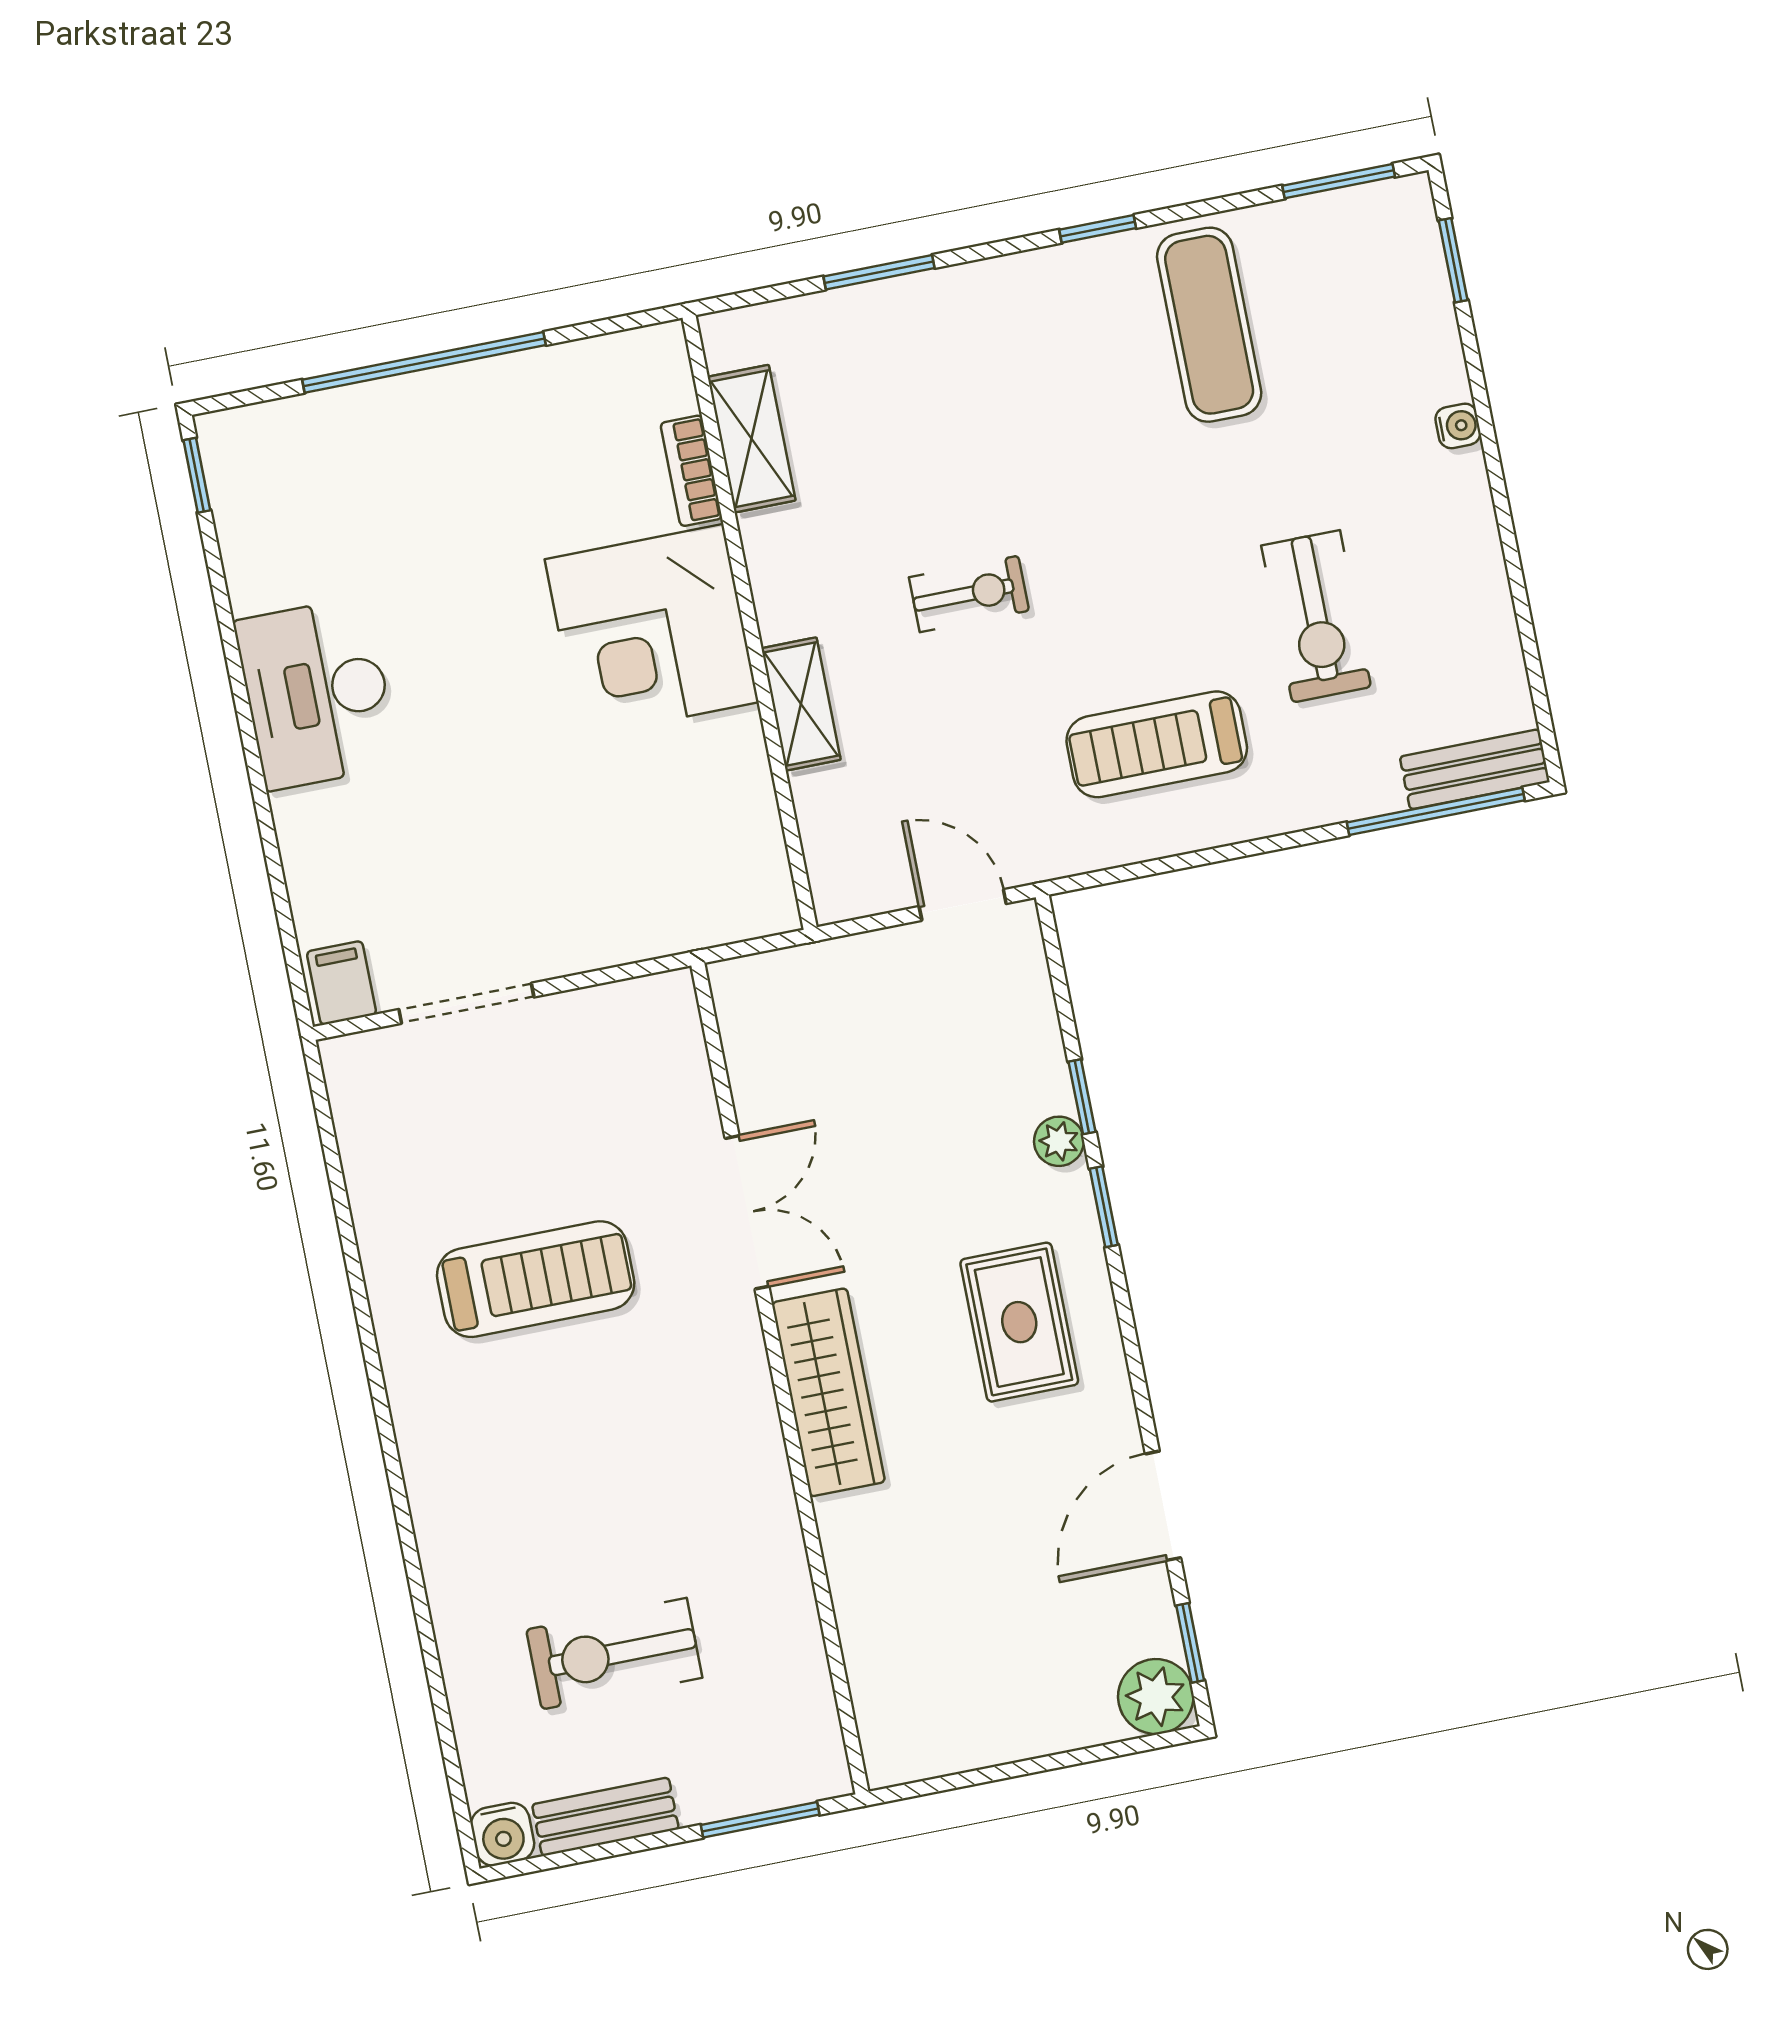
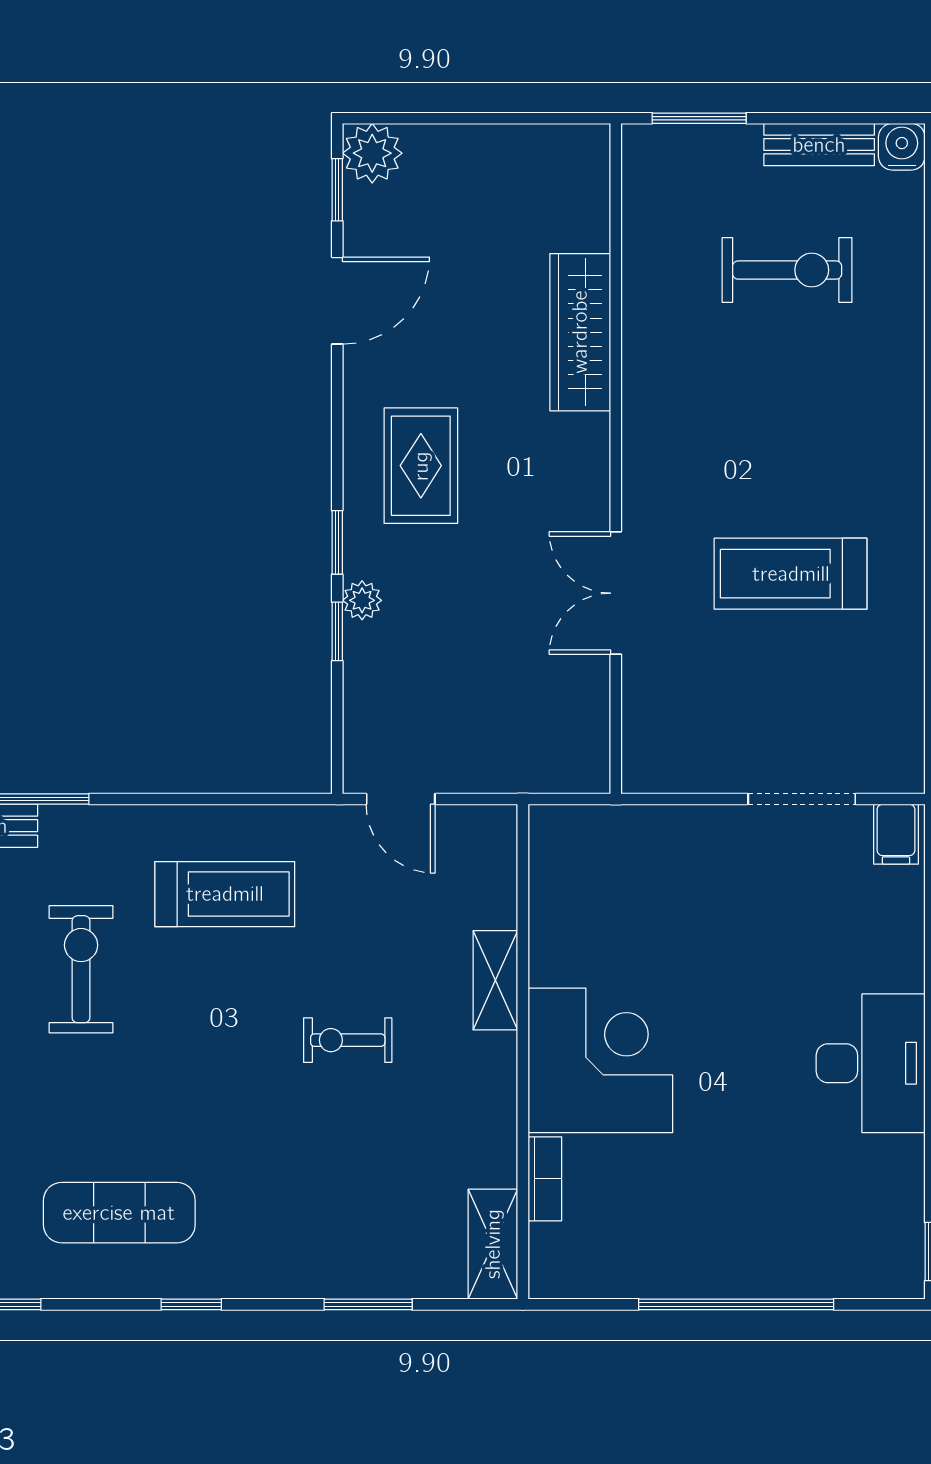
exercise mat: (1209, 325) -> (119, 1213), turned 90
shelving: (752, 439) -> (493, 1244), moved
wardrobe: (828, 1392) -> (580, 332), moved

